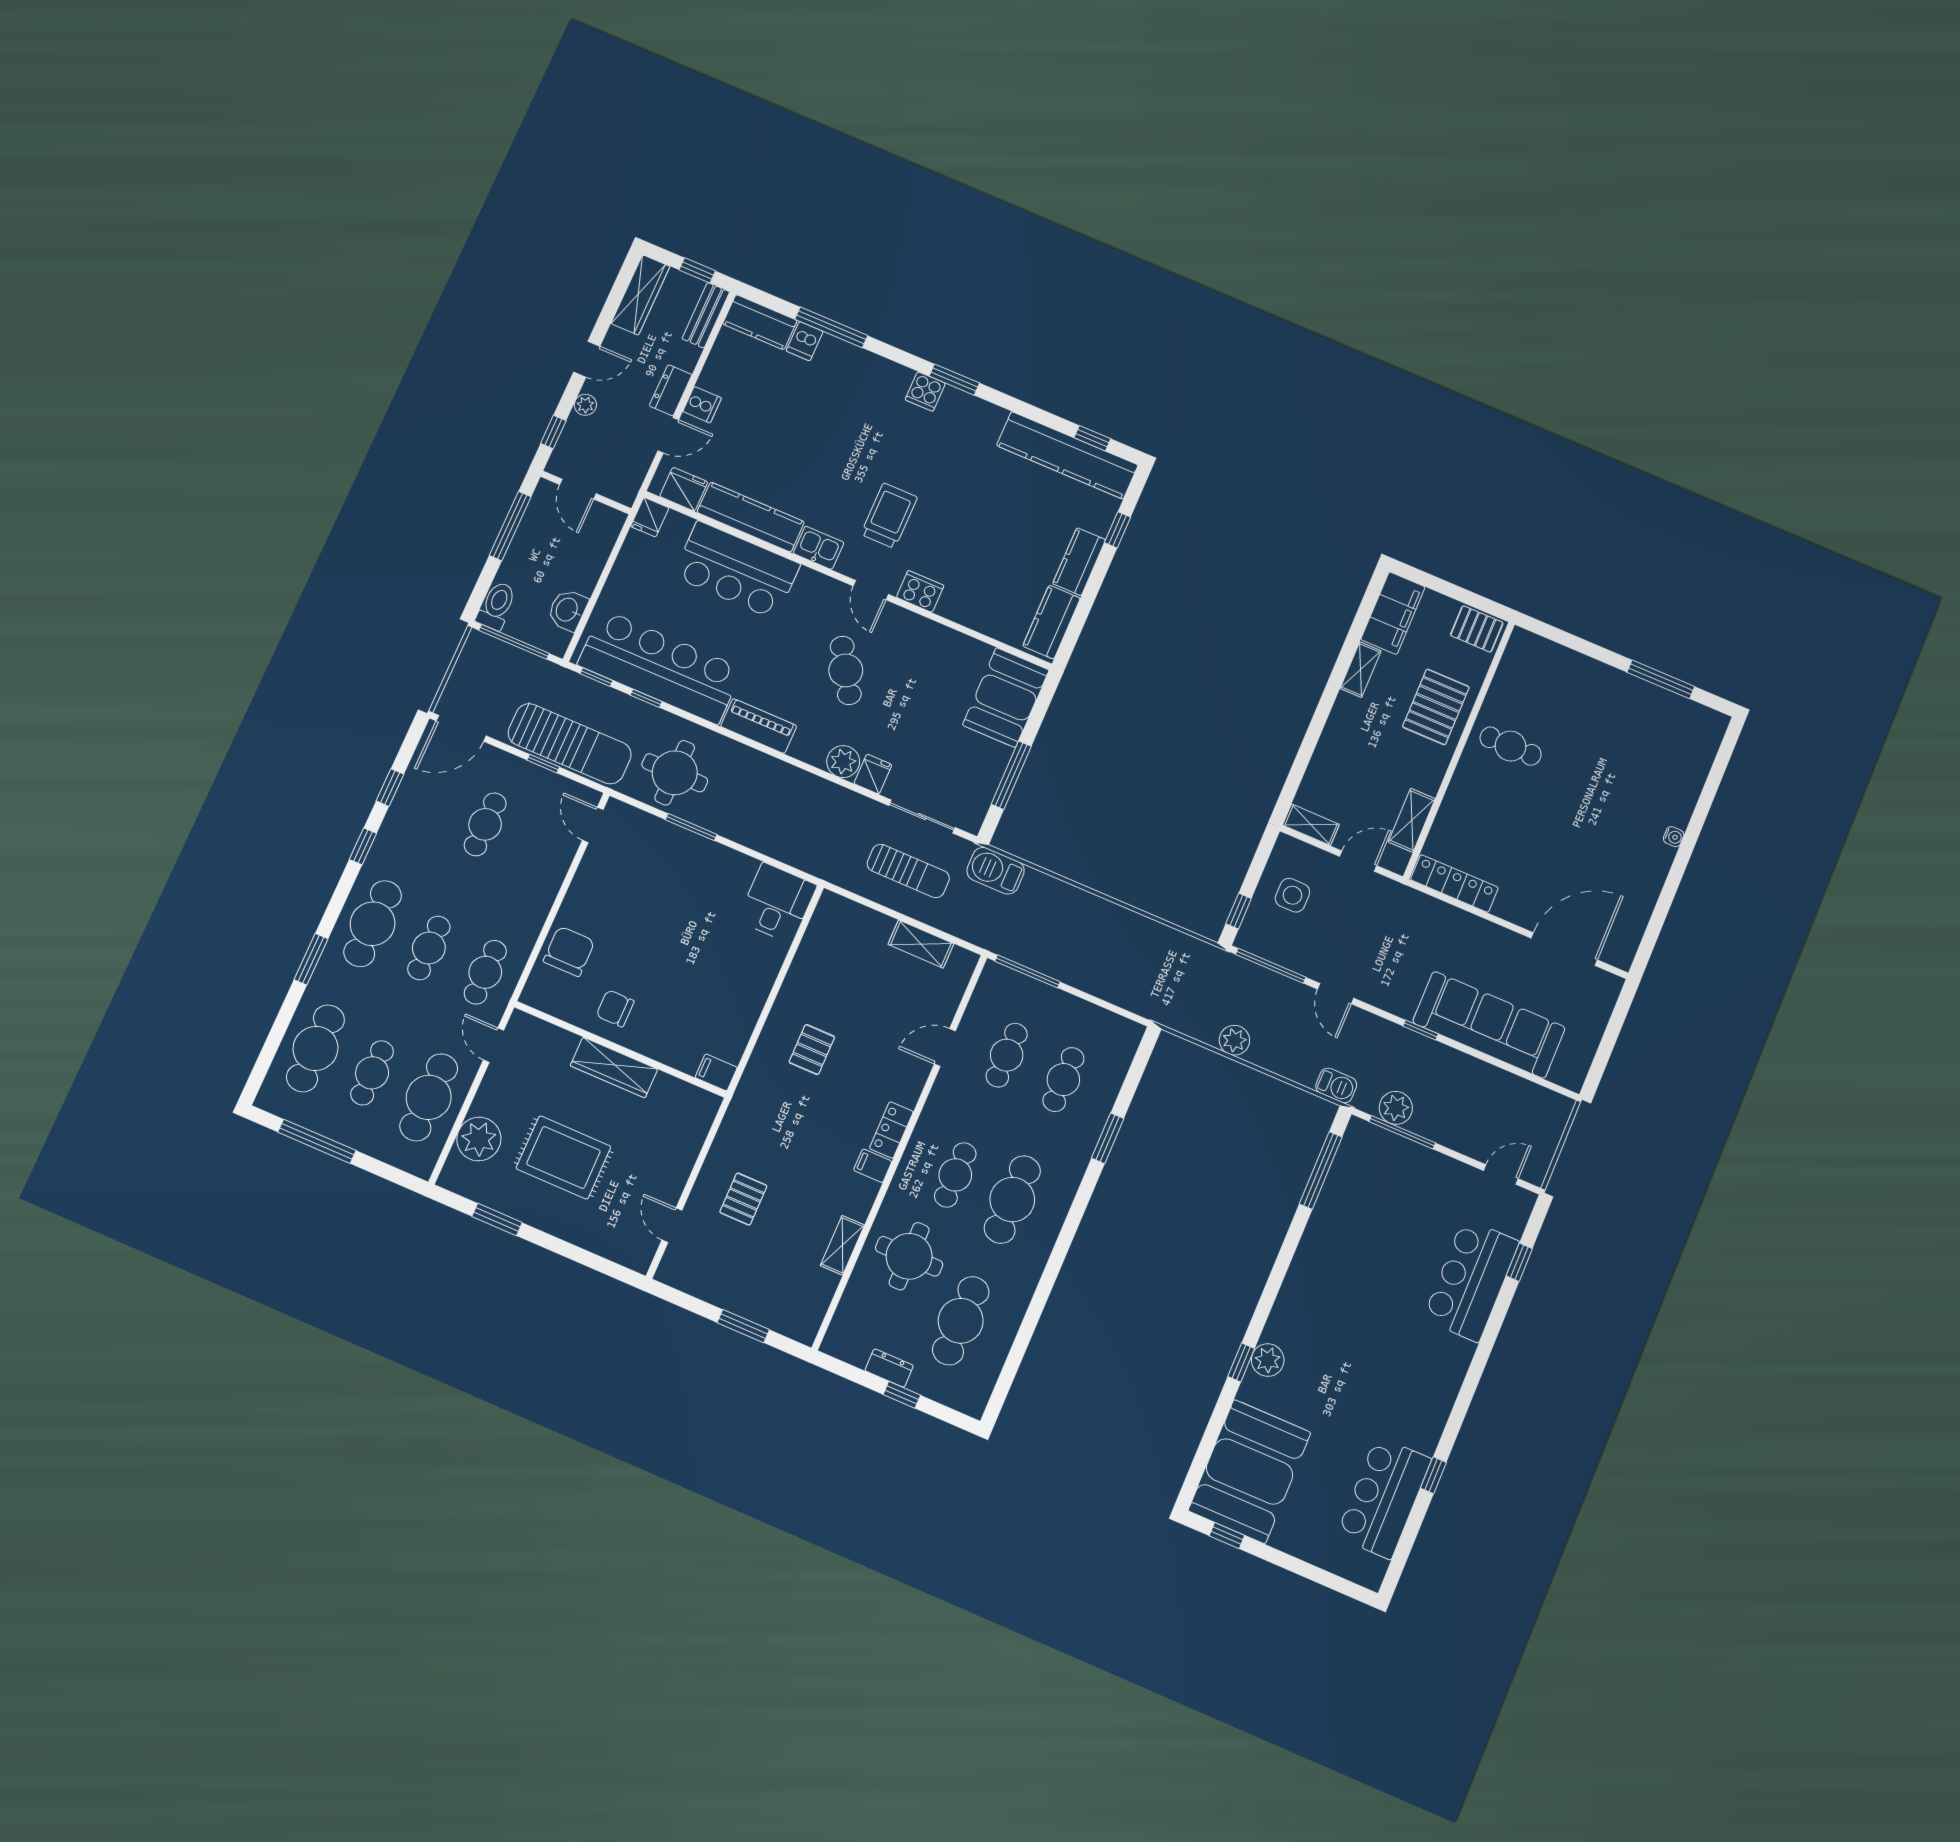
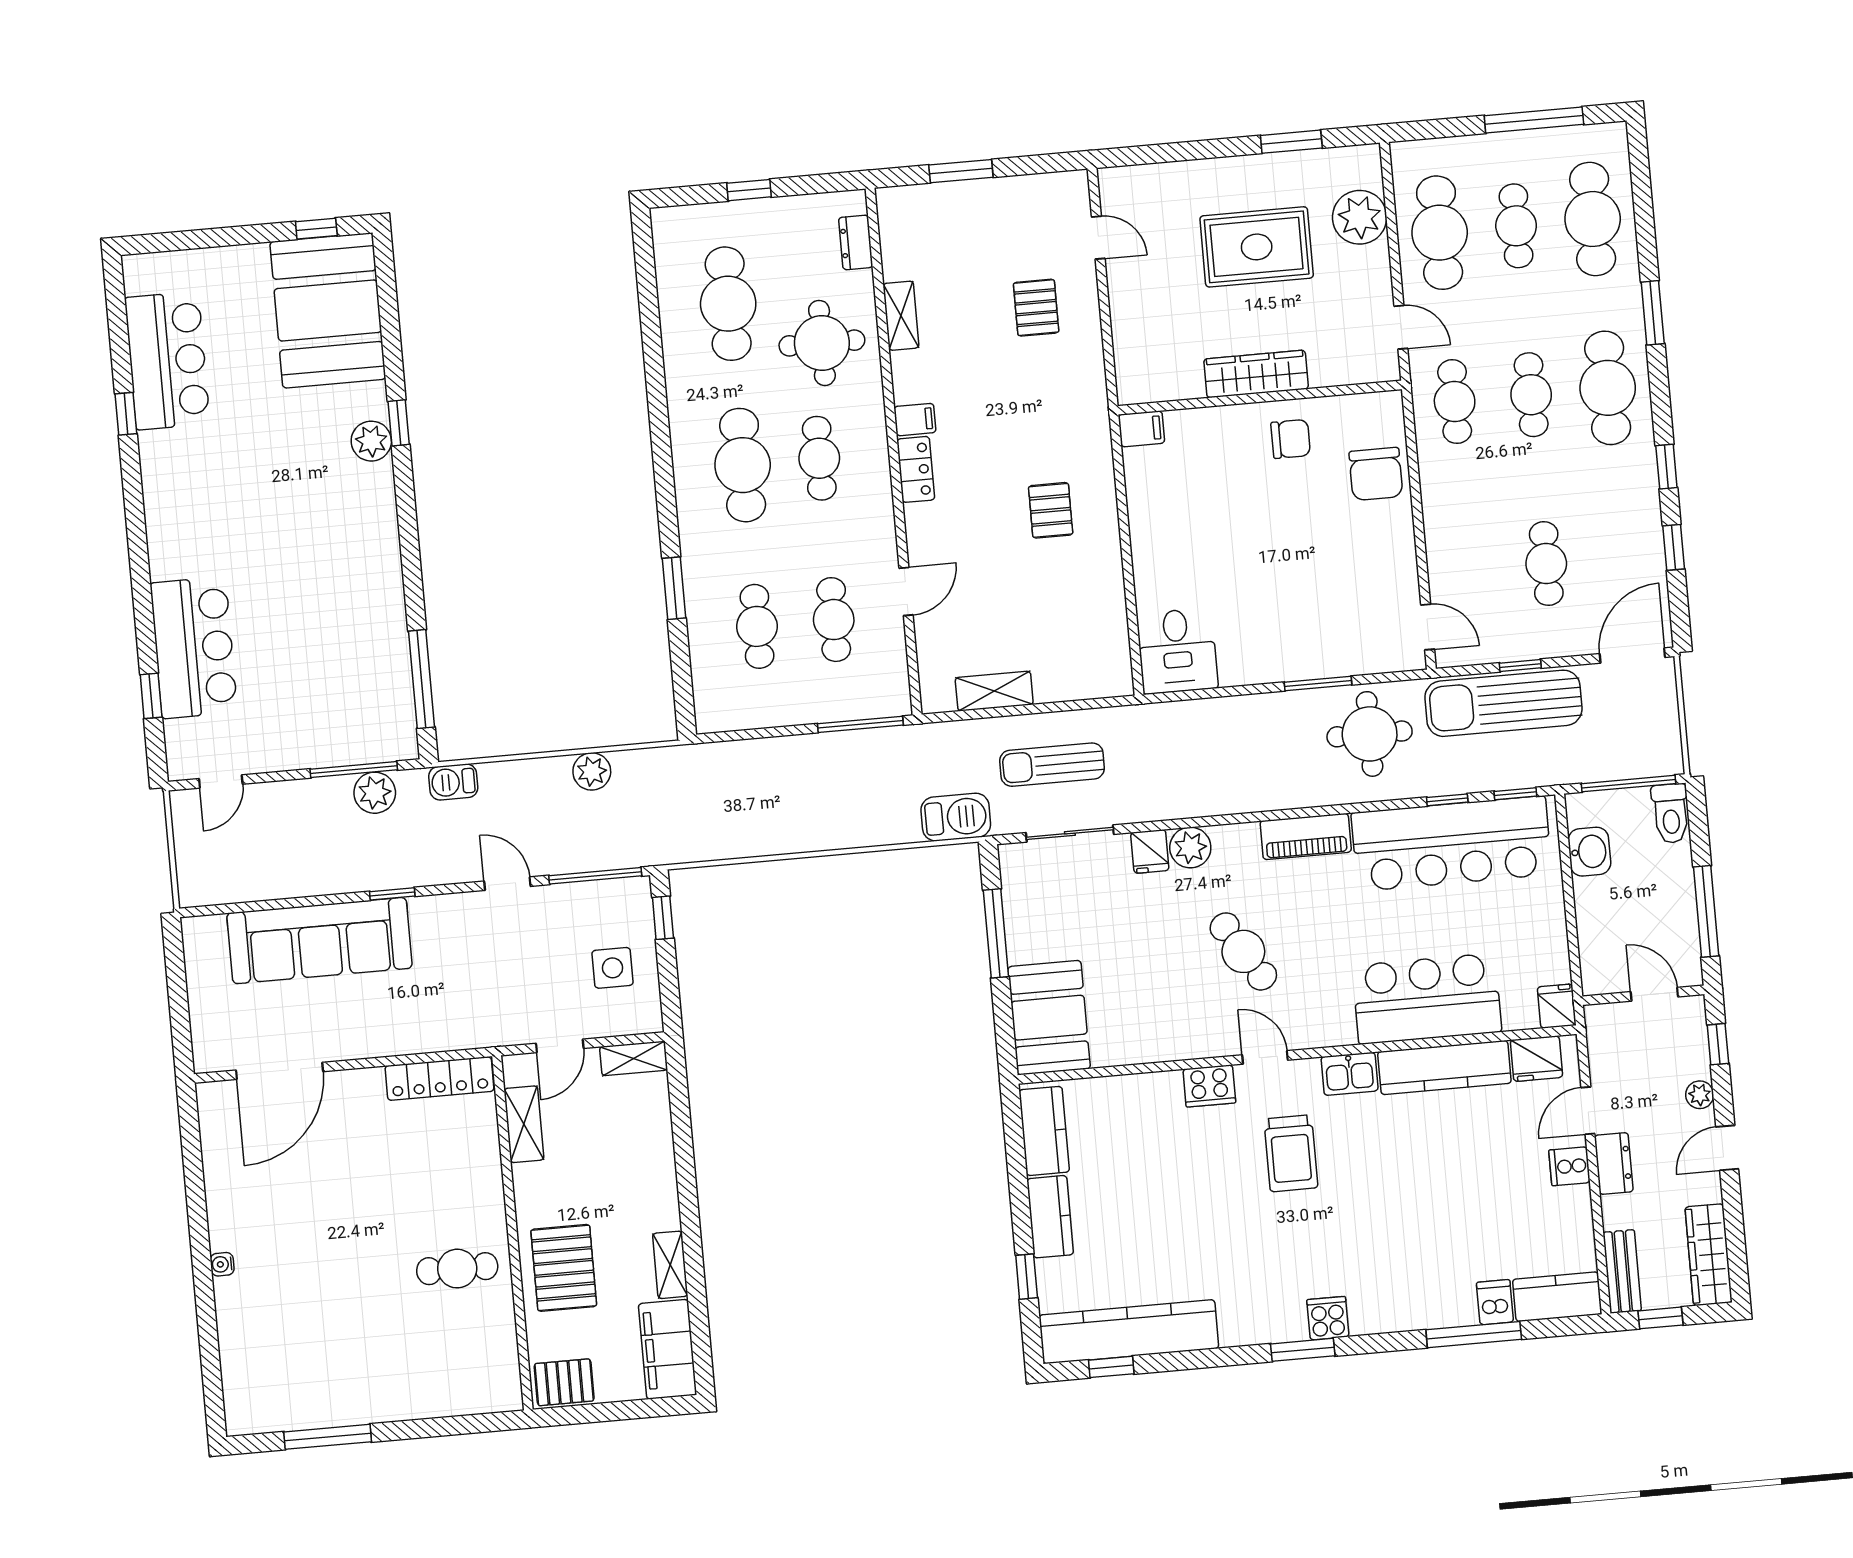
dresser: (889, 1368) -> (856, 242), moved, turned 90

